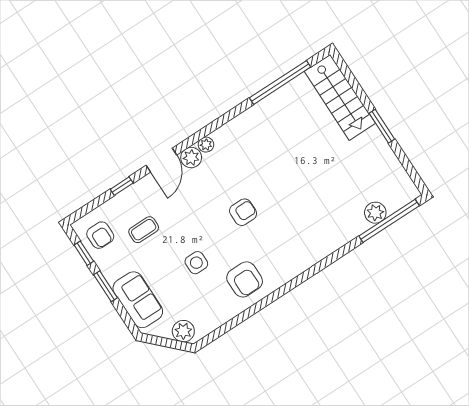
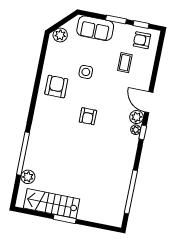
stairs: (340, 97) -> (52, 204), moved
window: (122, 186) -> (143, 132), moved
window: (389, 221) -> (23, 154), moved
armchair: (245, 279) -> (56, 87), turned 90

